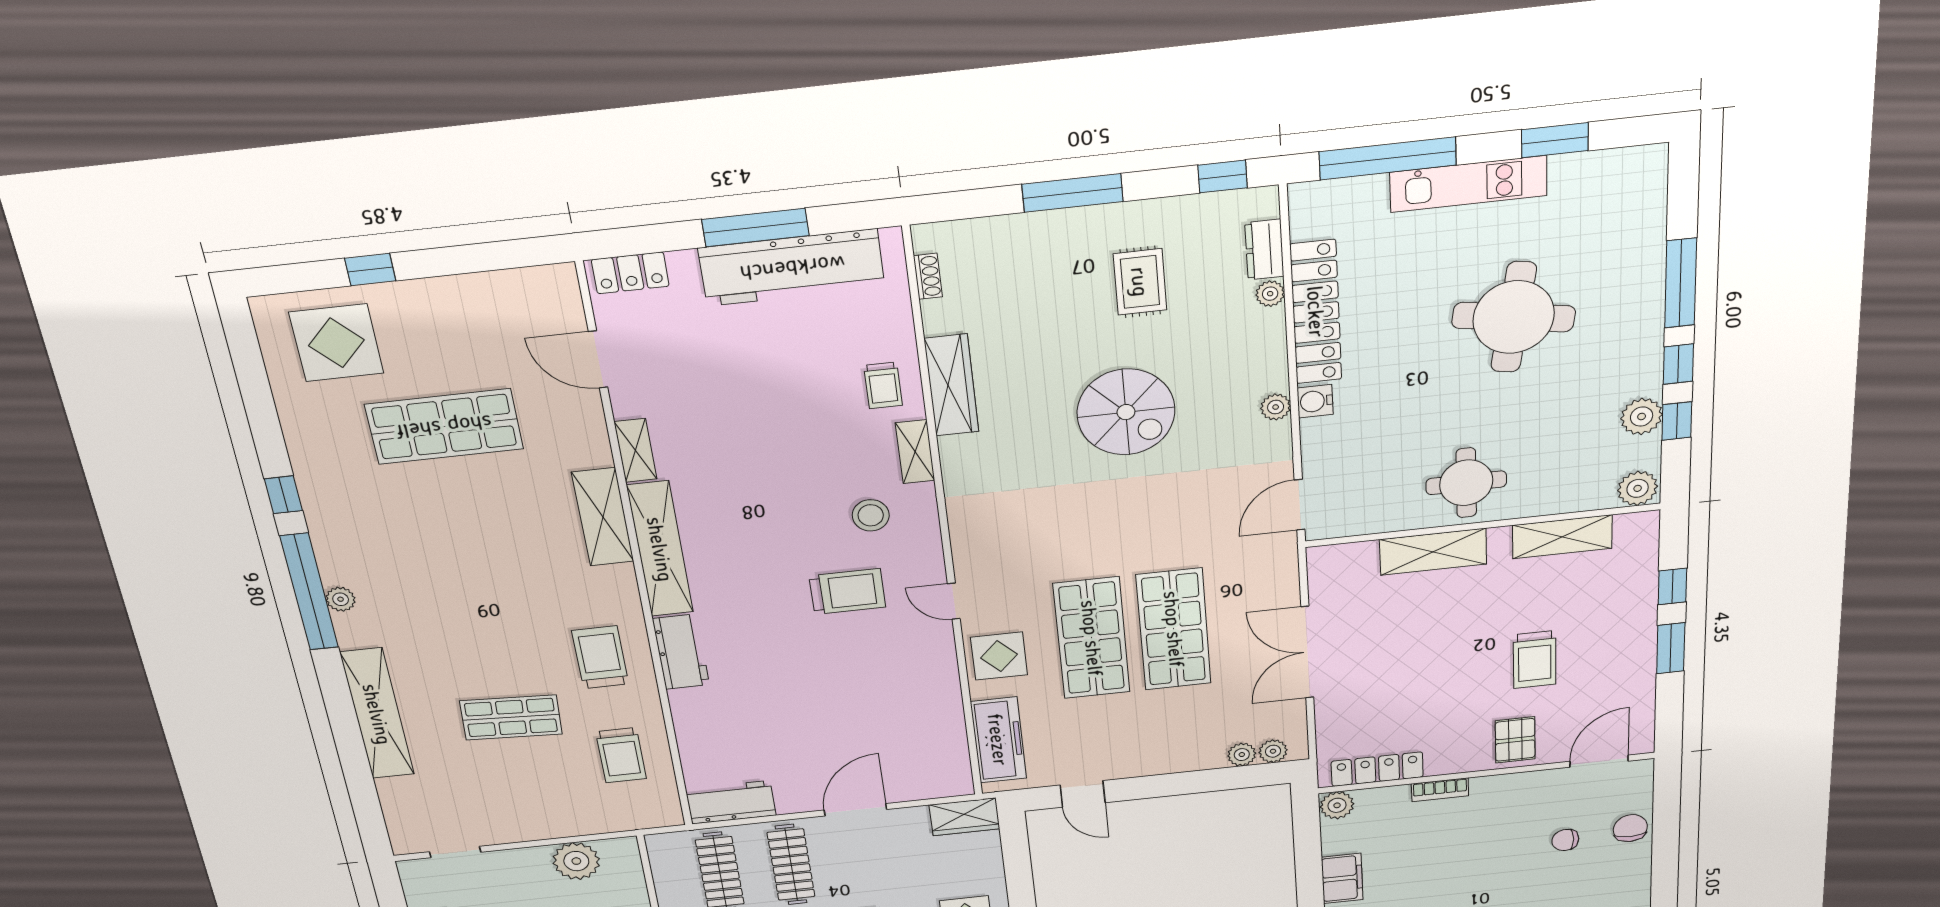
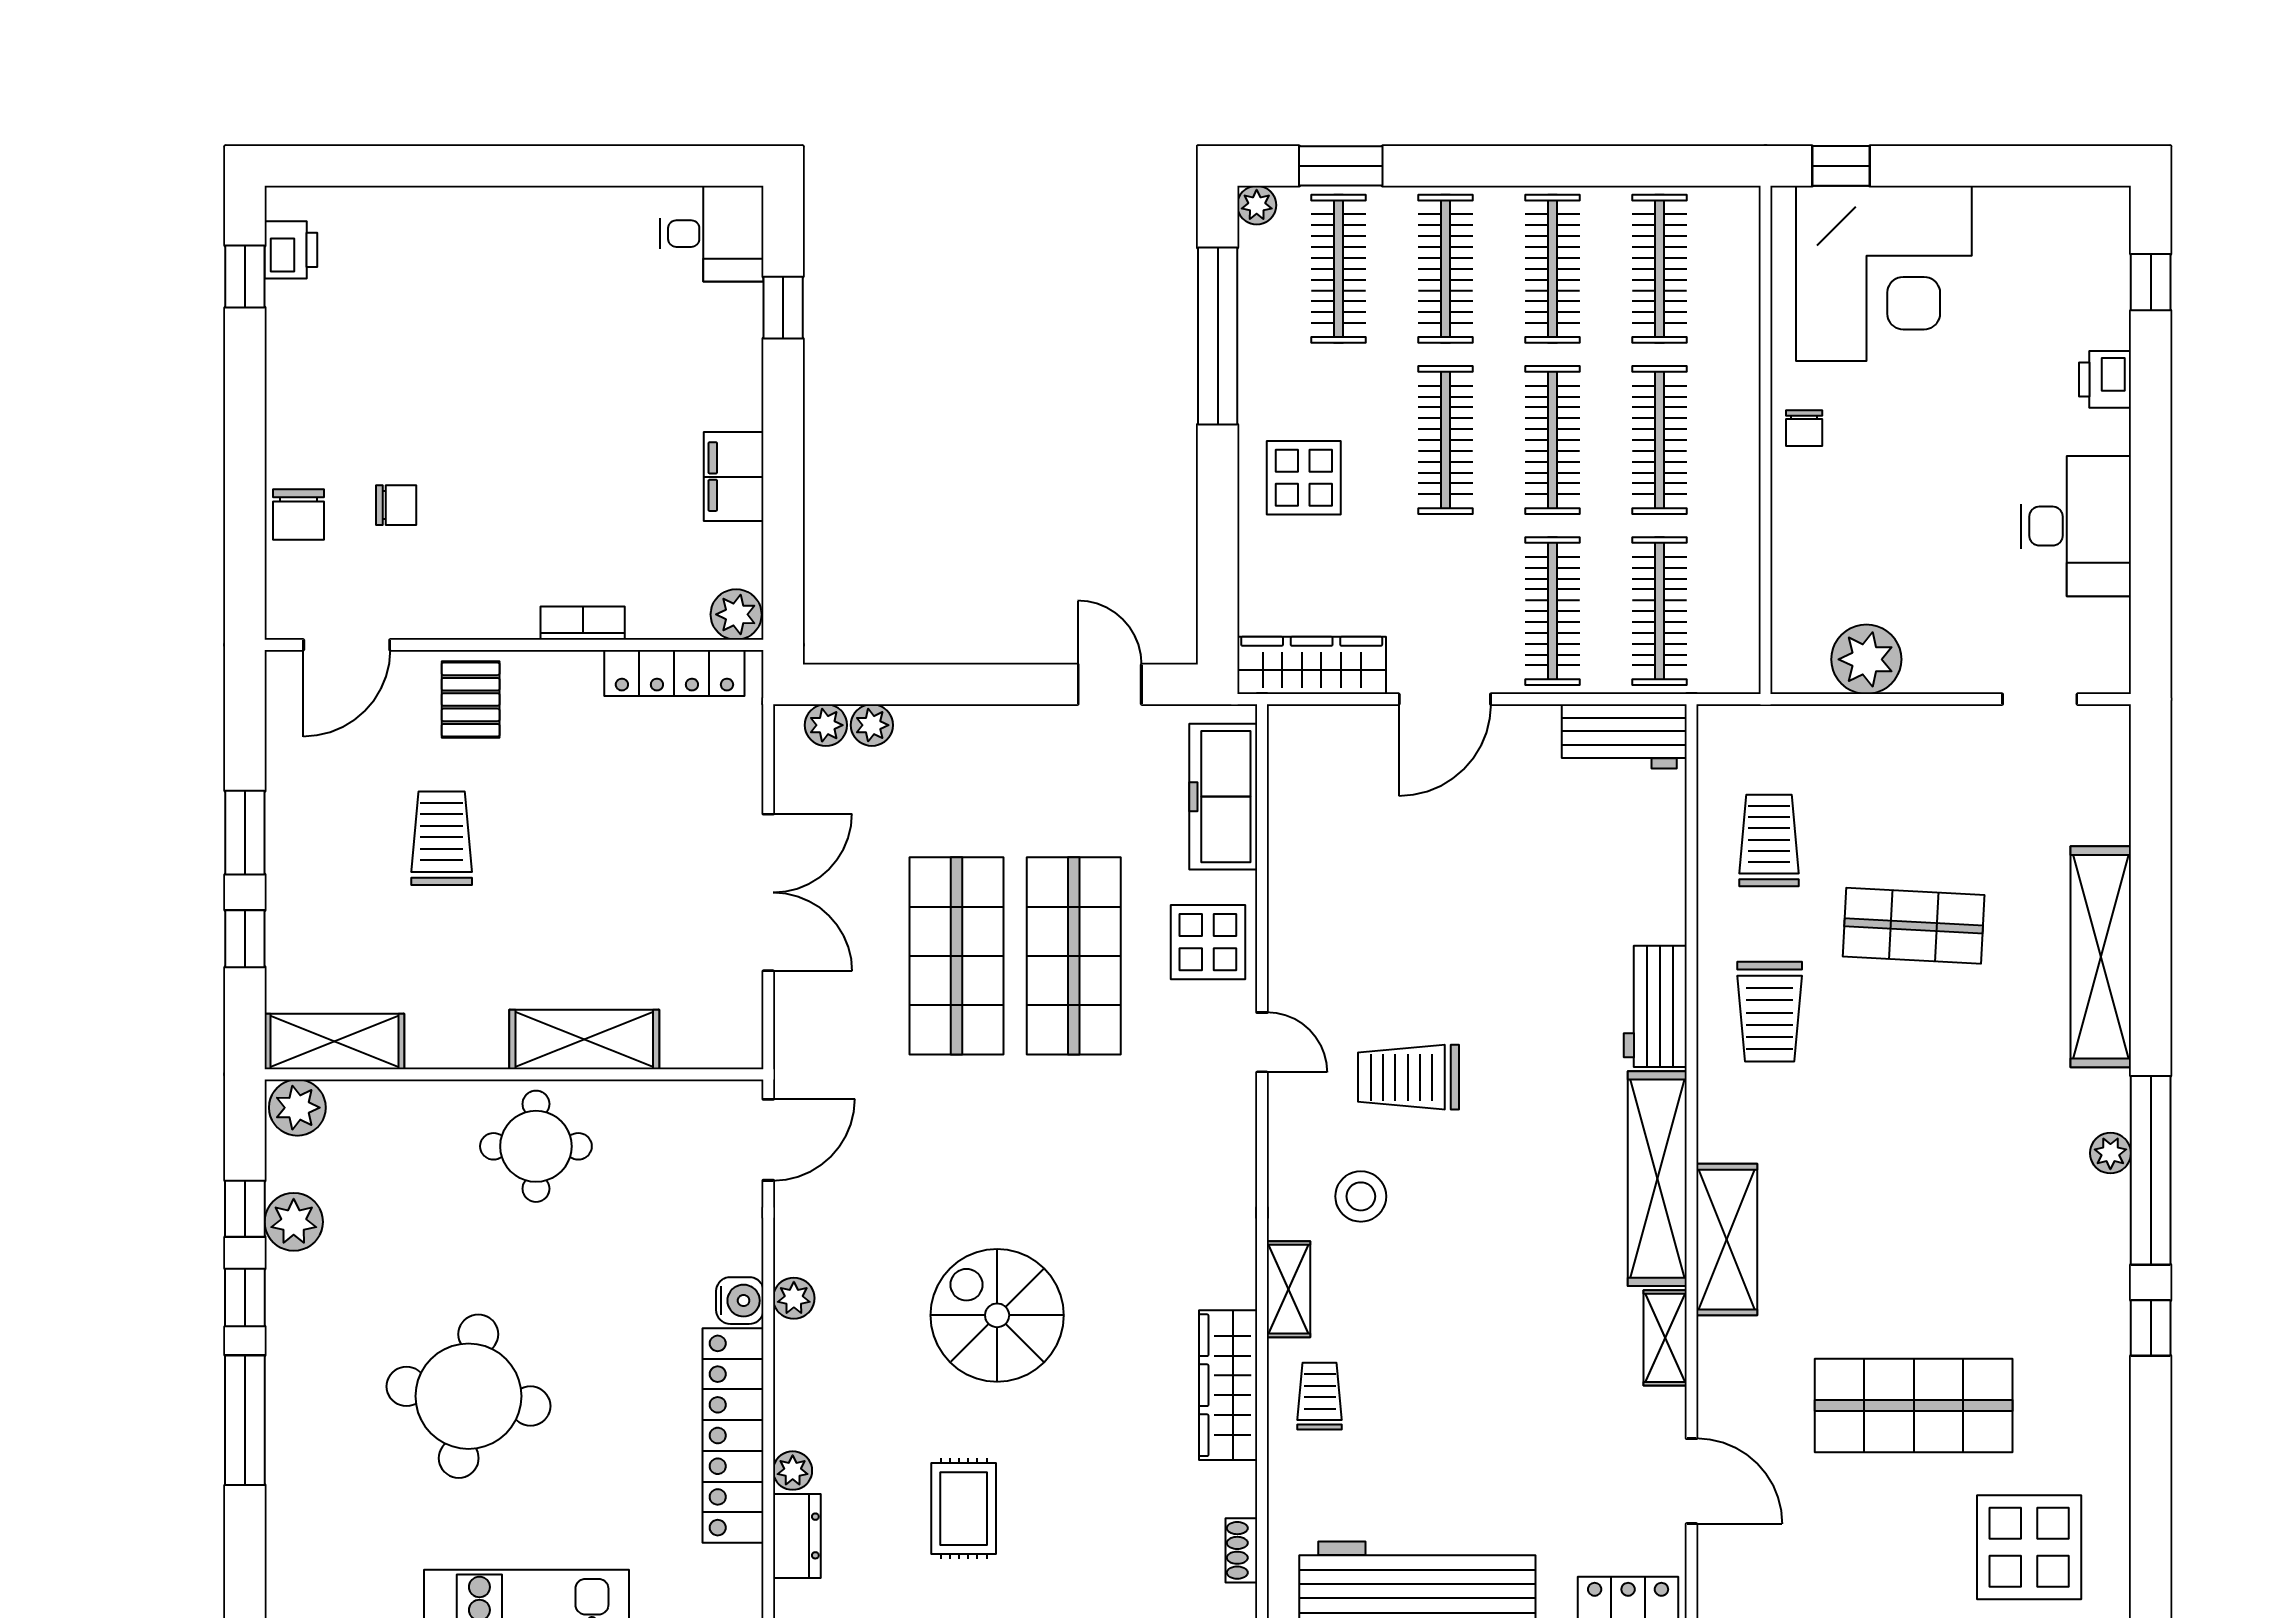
shelving: (1562, 537) -> (334, 1042), moved
wardrobe: (964, 817) -> (1312, 665), width x1.50

